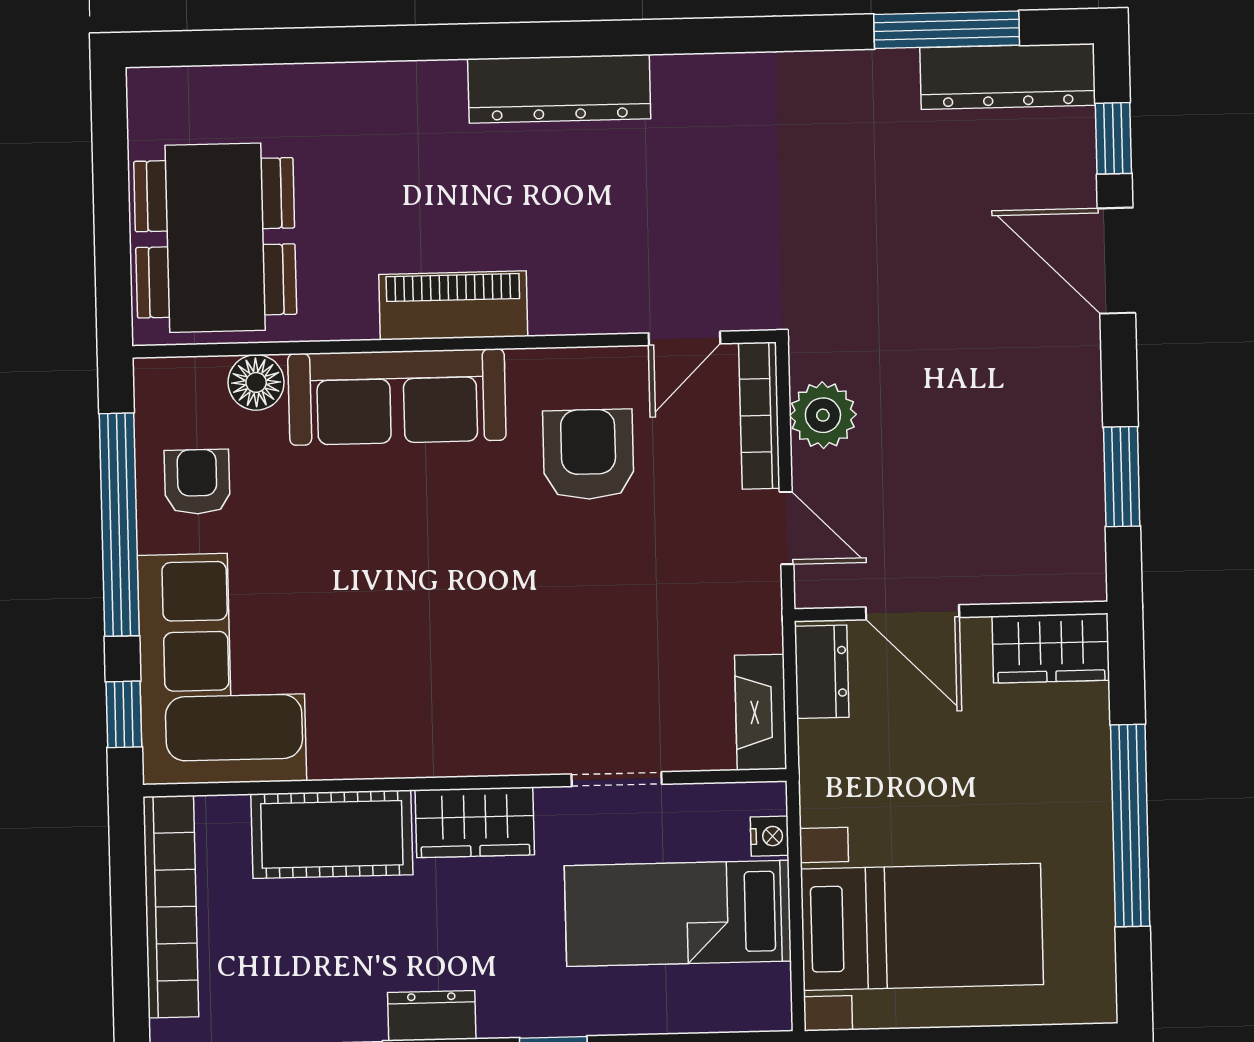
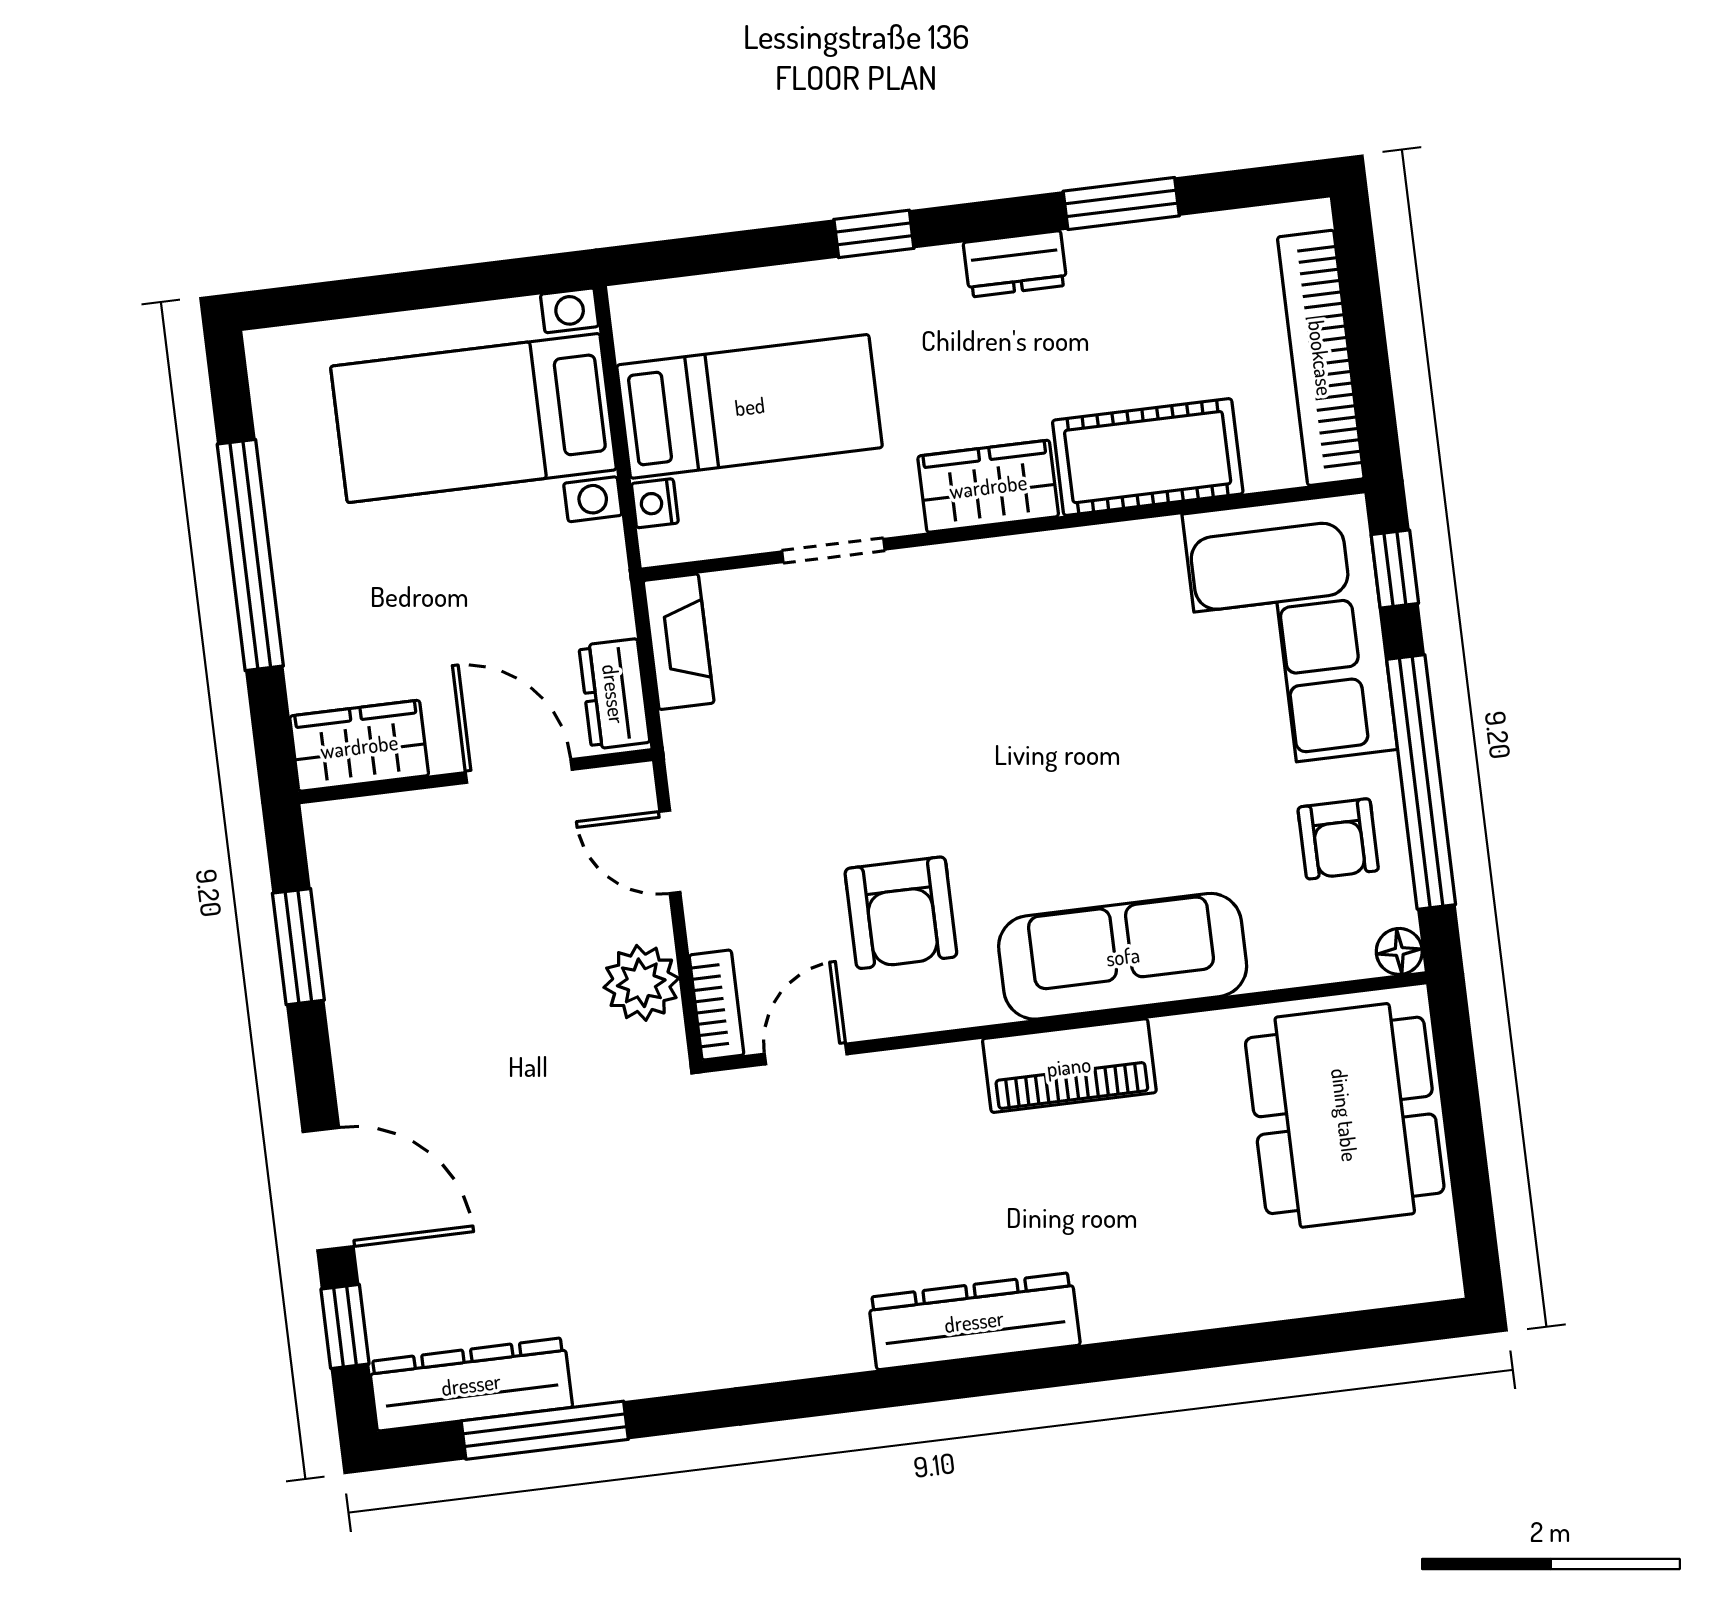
floor lamp: (256, 382) -> (1399, 951), moved, width x0.73, depth x0.73
bookcase: (759, 416) -> (717, 1005), width x0.64

